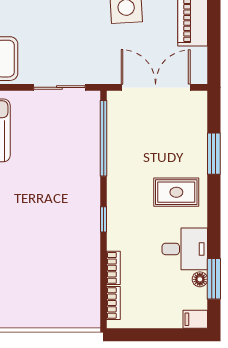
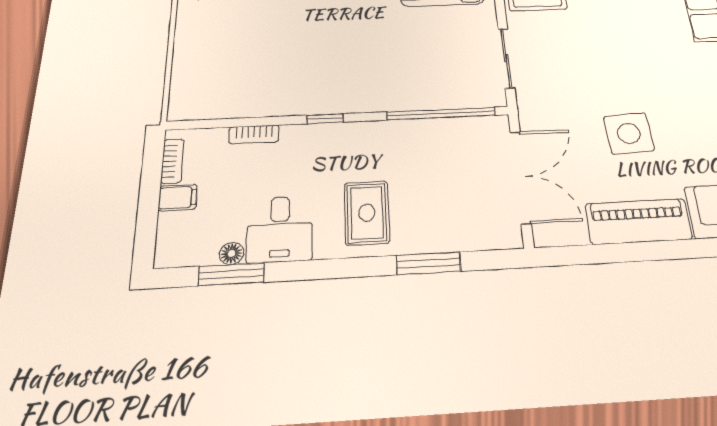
bookcase: (113, 303) -> (172, 161), moved, turned -90
filing cabinet: (195, 319) -> (178, 198), moved, turned 90

